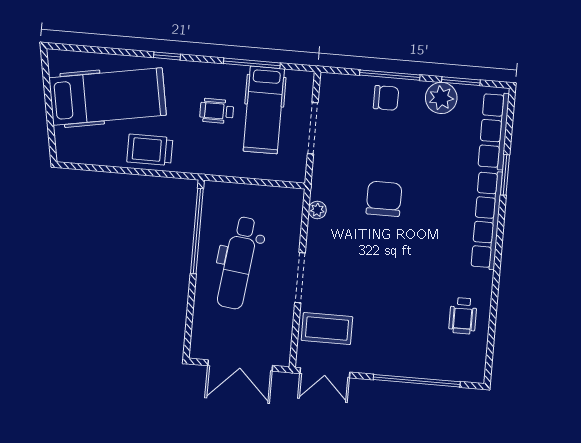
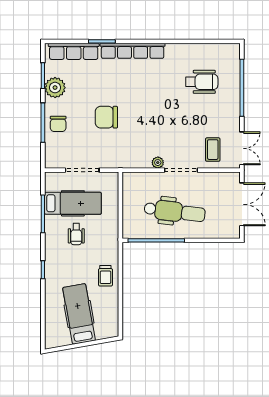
hospital bed: (108, 96) -> (79, 314), width x0.73, depth x0.78
chair: (386, 98) -> (58, 124), turned 180
trolley: (150, 150) -> (105, 276), width x0.73, depth x0.72
chair: (384, 199) -> (106, 117), moved
plant: (317, 210) -> (158, 163), moved
wheelchair: (463, 316) -> (202, 82), moved, width x1.36, depth x1.37
coffee table: (327, 329) -> (213, 150), width x0.73, depth x0.77

